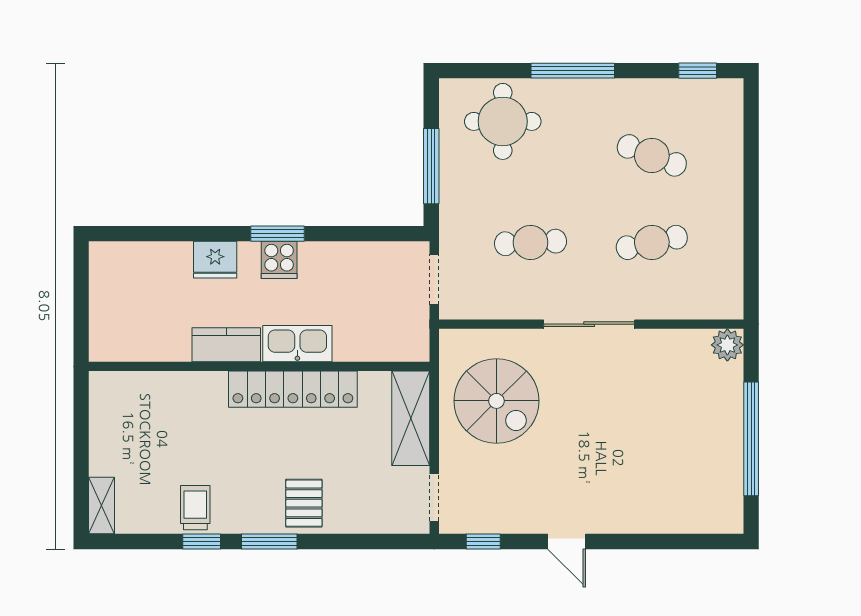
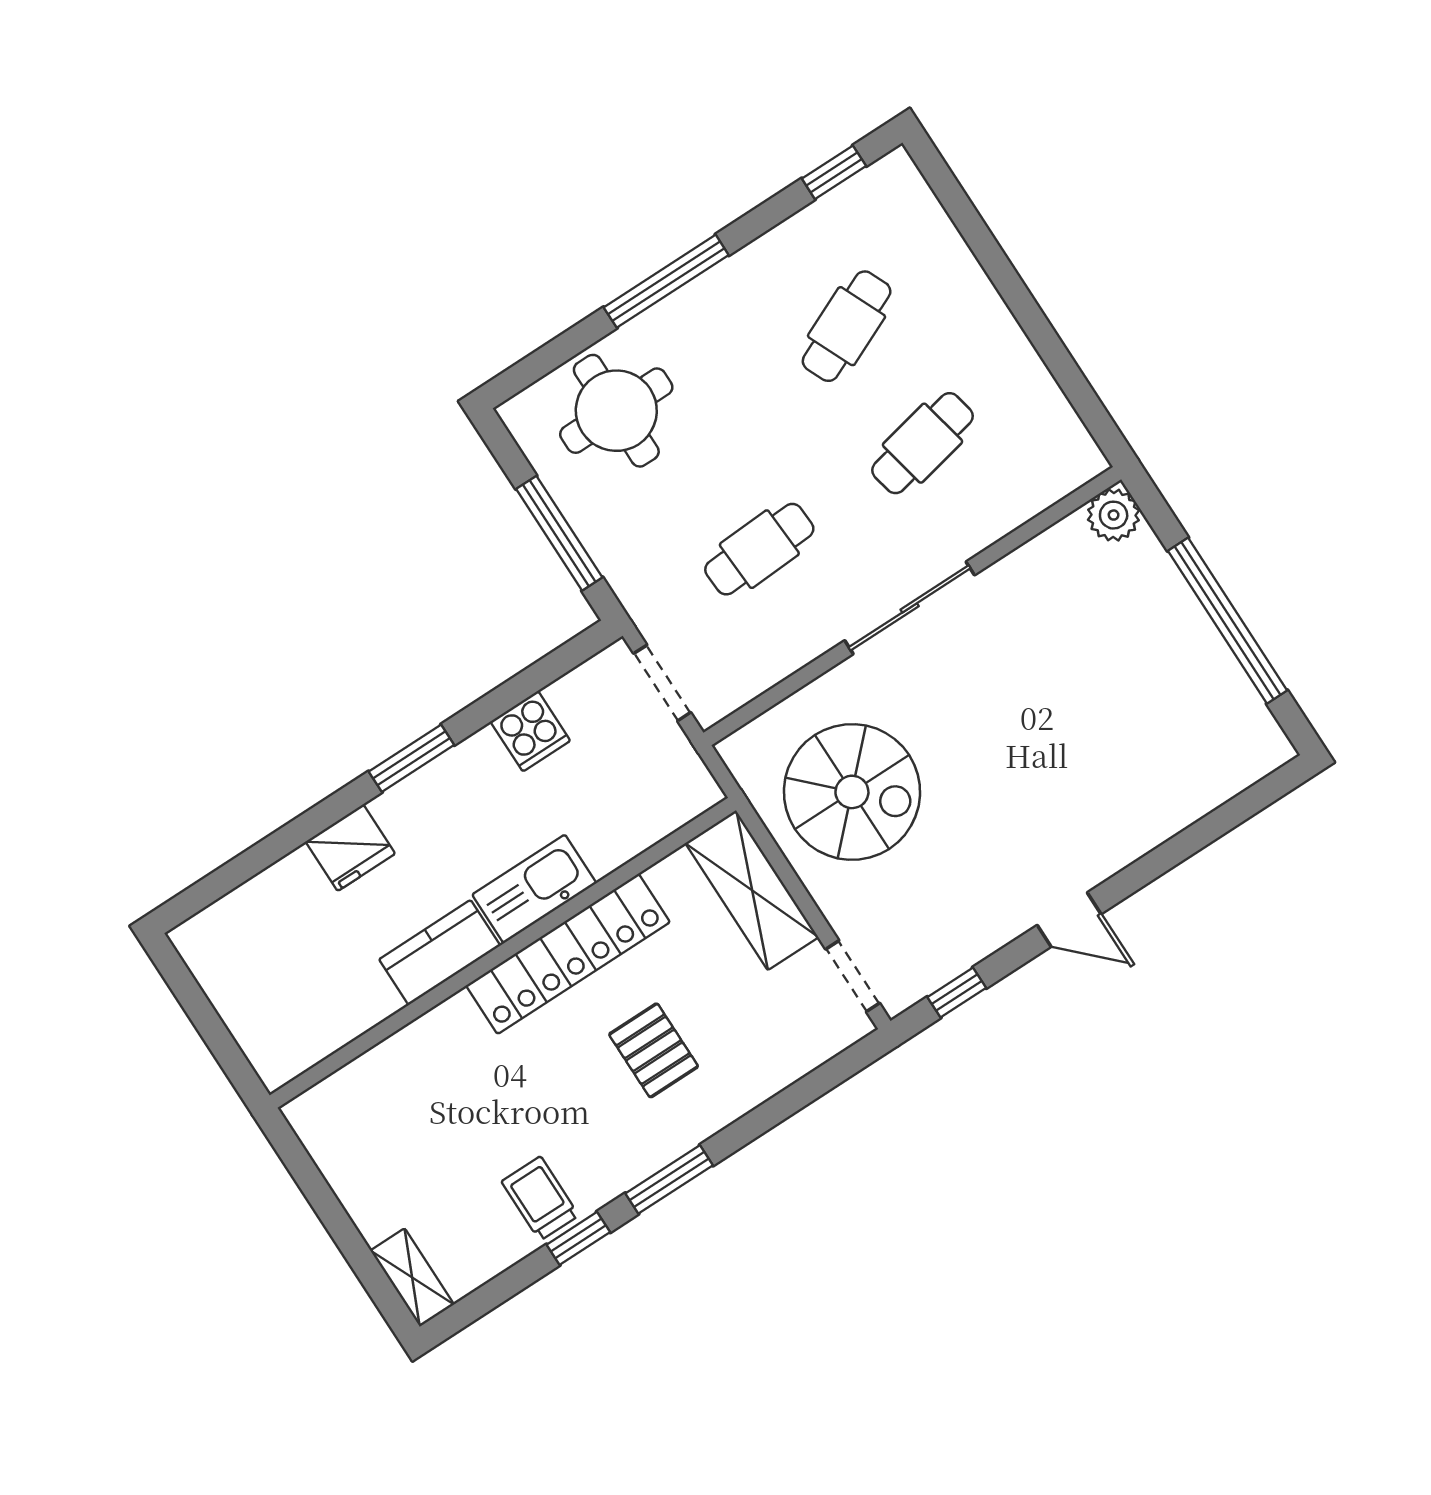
cafe table: (652, 155) -> (847, 326), turned -45
cooker: (279, 260) -> (530, 731), moved
pallet: (304, 503) -> (654, 1050), moved

